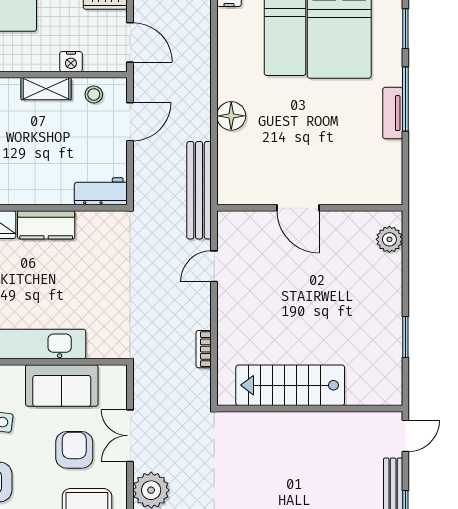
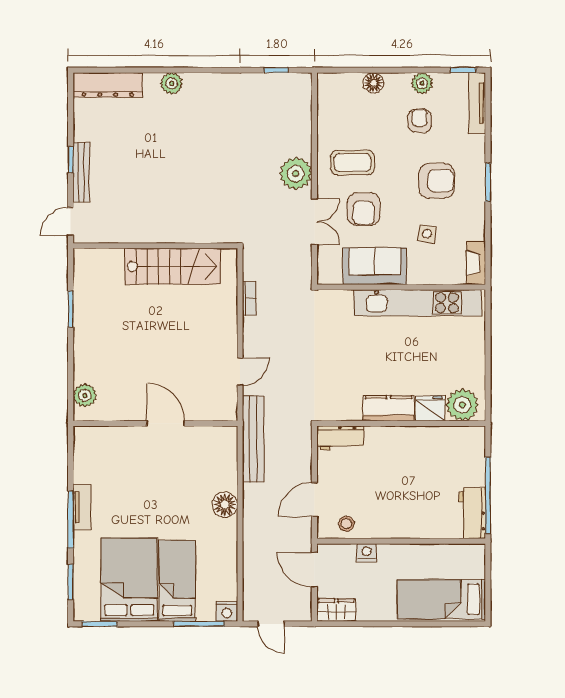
shelving: (46, 89) -> (389, 529), removed

